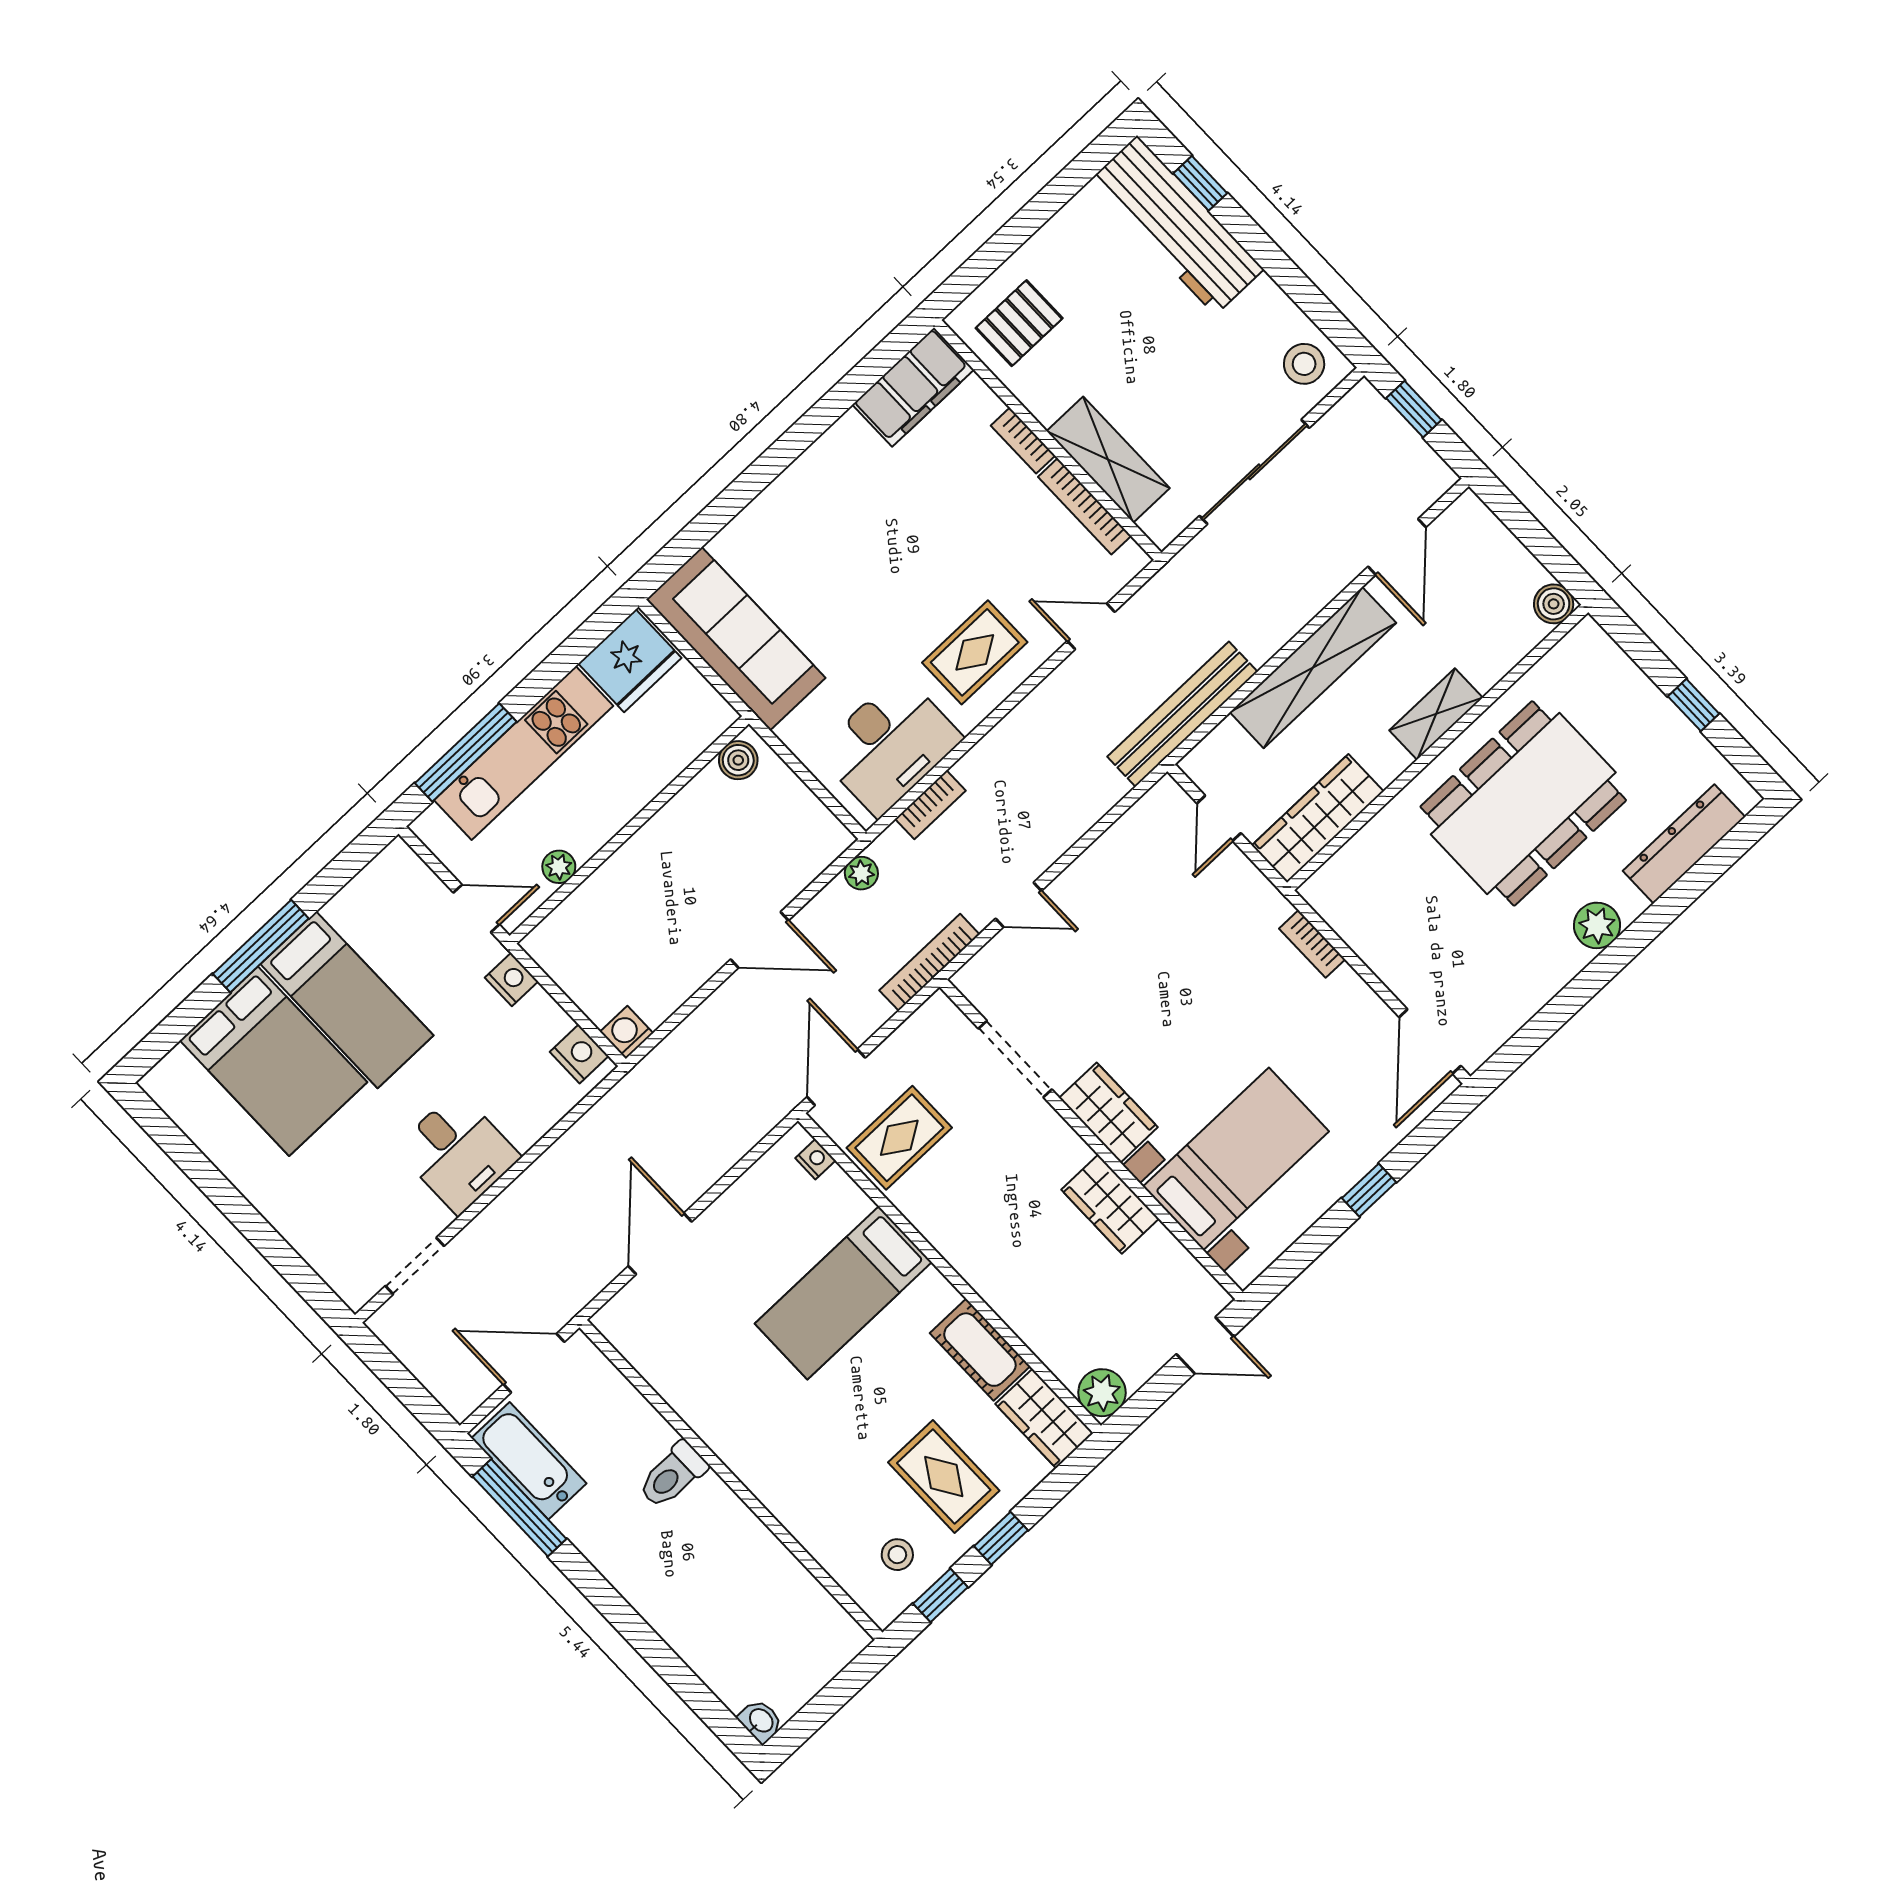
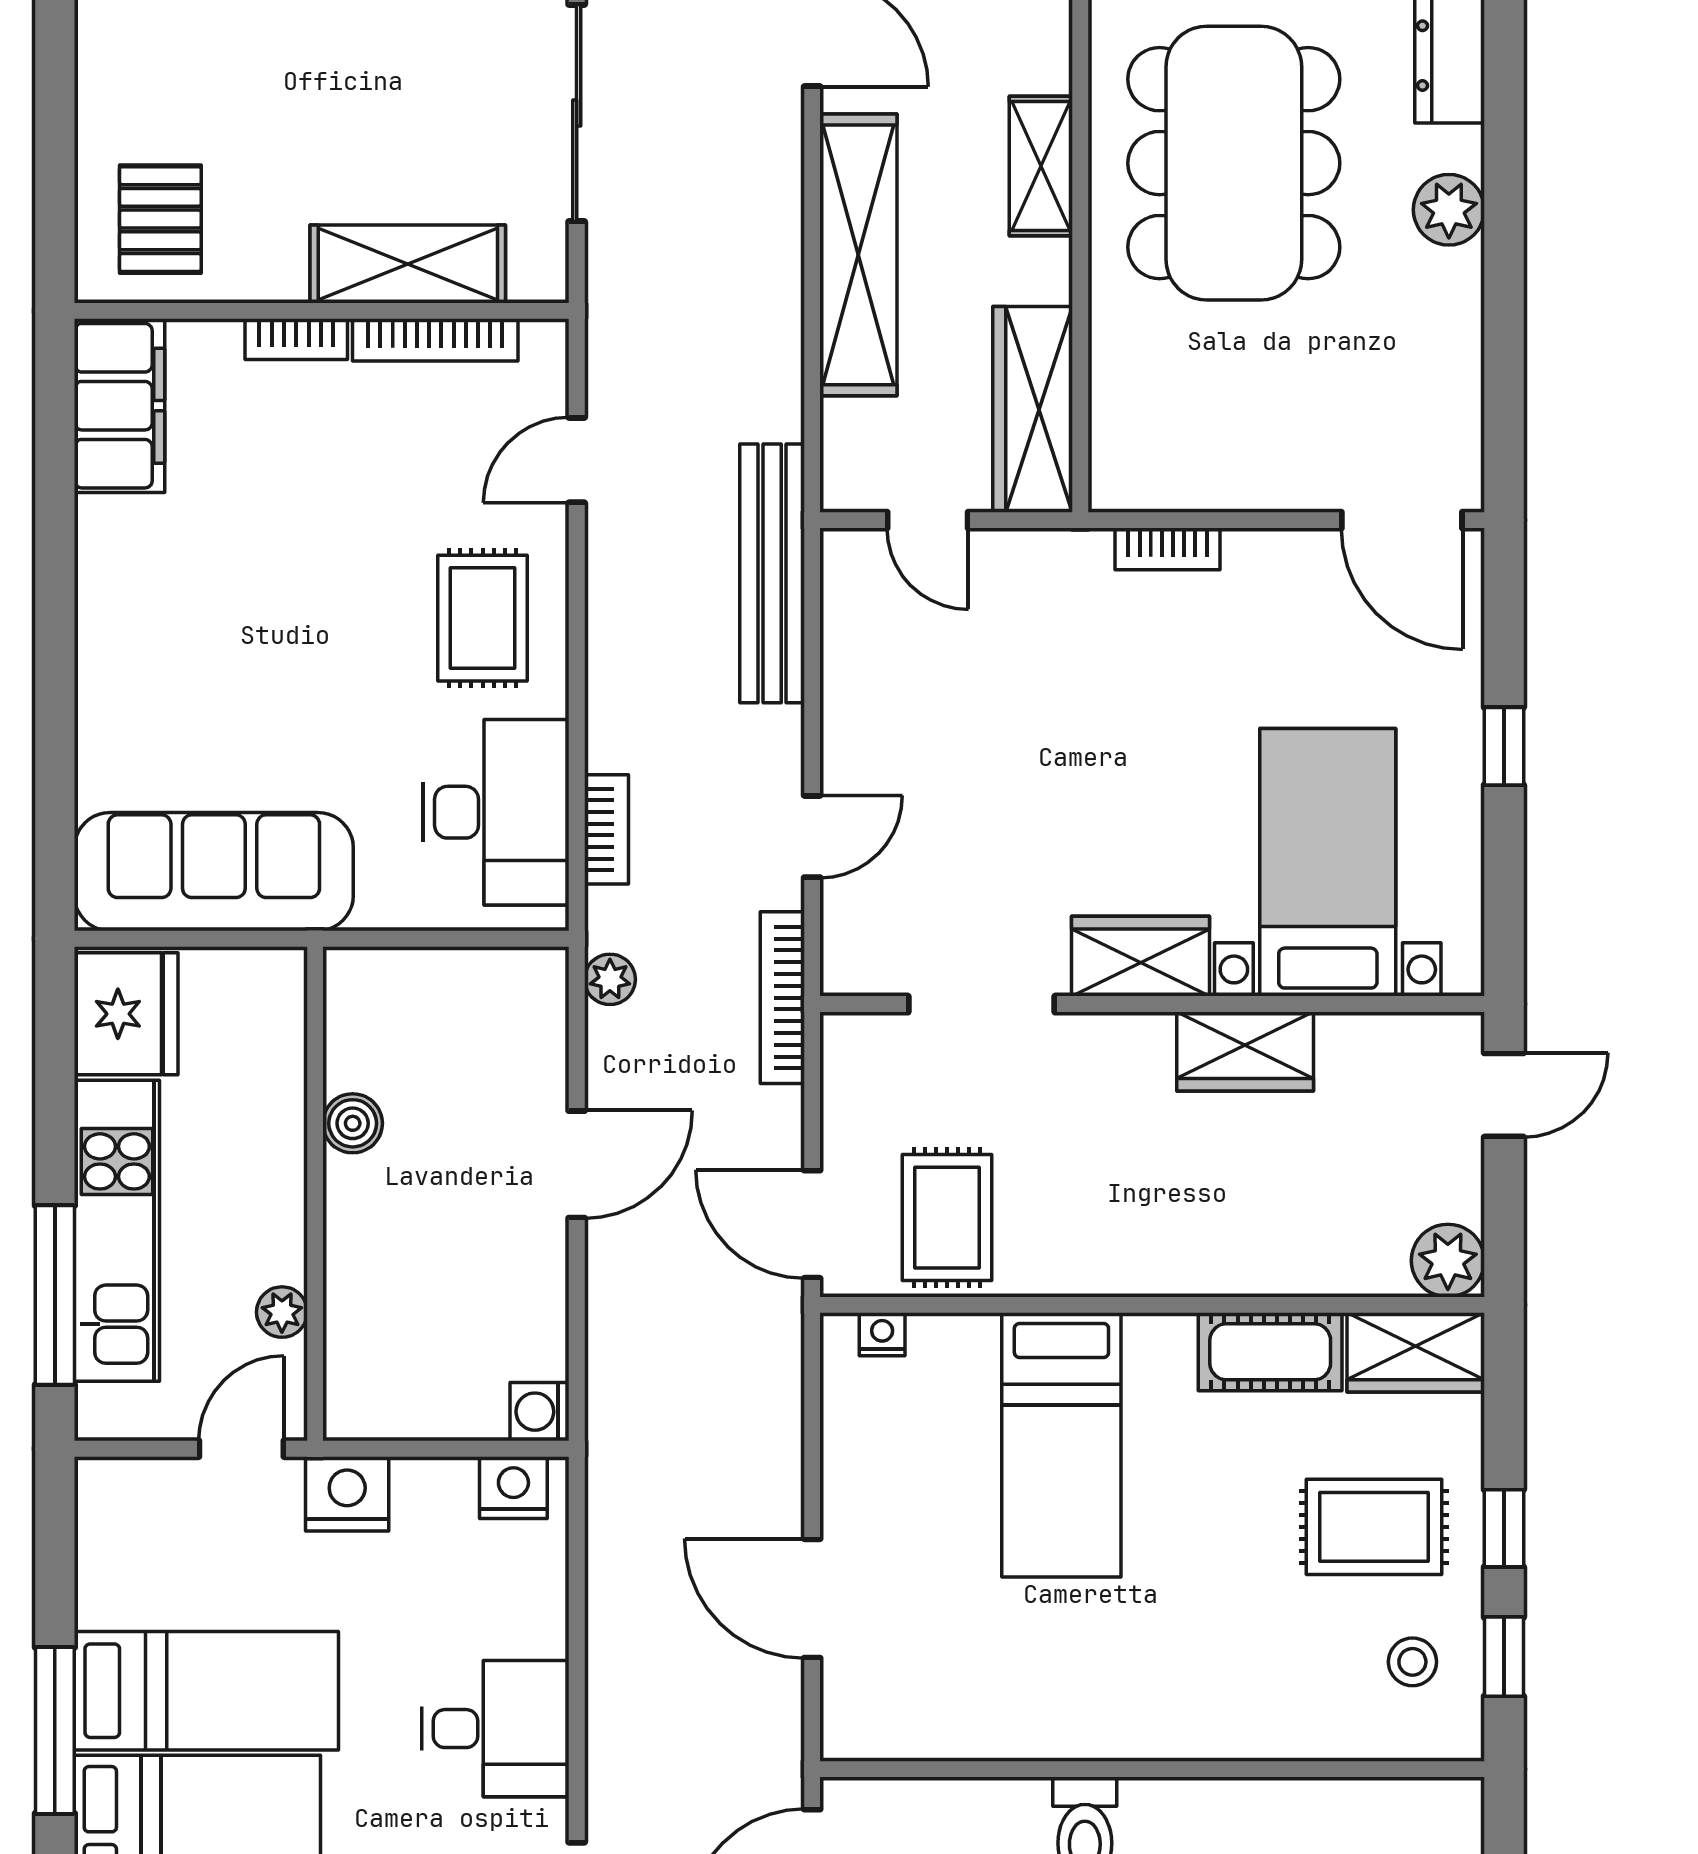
bench: (1182, 714) -> (772, 573), moved
boiler: (738, 760) -> (353, 1123), moved
nightstand: (511, 980) -> (347, 1494), width x1.36, depth x1.33

